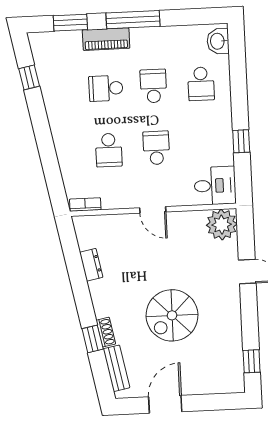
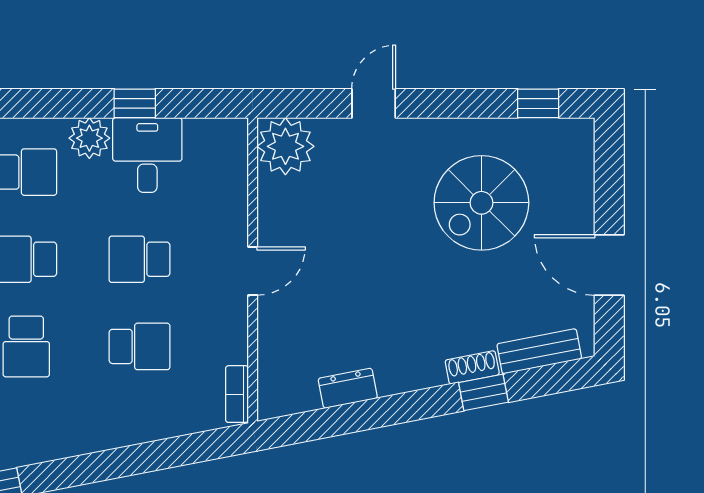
plant: (221, 117) -> (89, 138), added
desk: (215, 186) -> (147, 155), moved
spiral stairs: (172, 315) -> (481, 203), moved, turned 90

